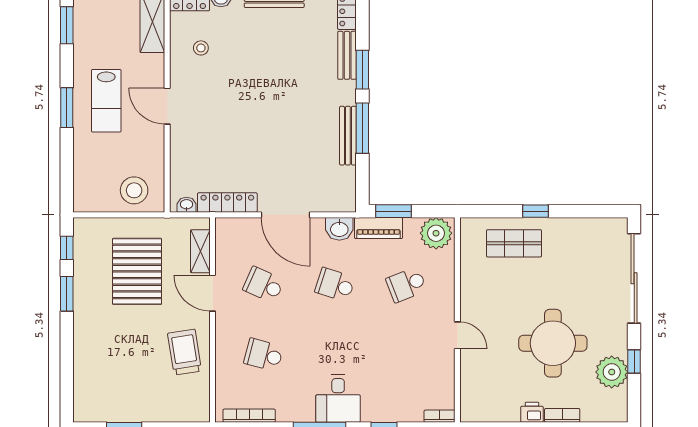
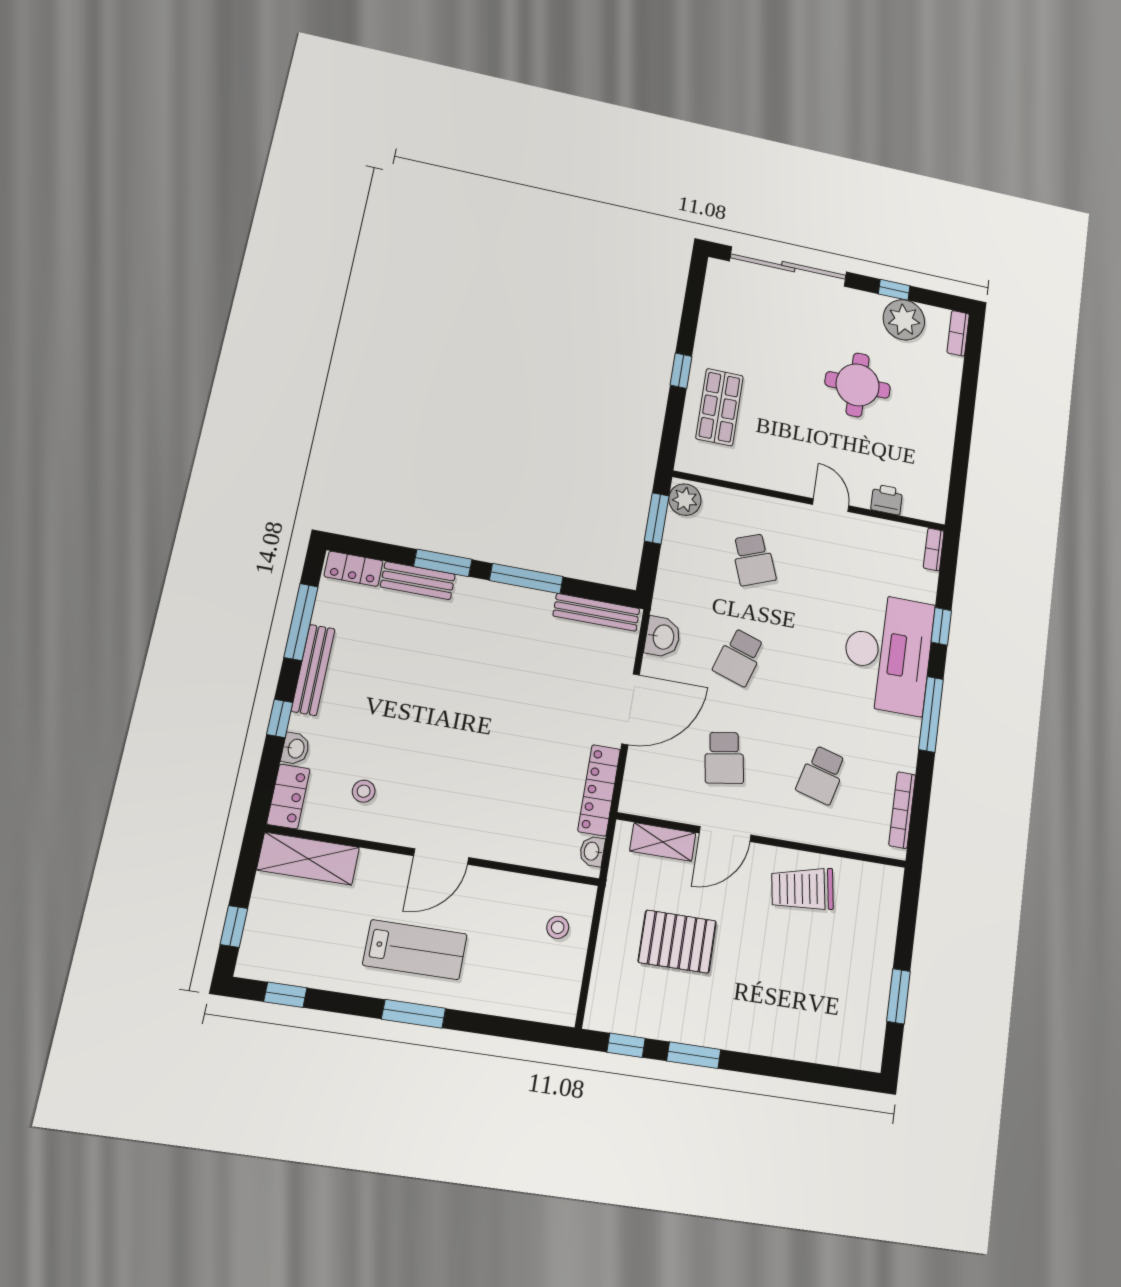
window: (67, 25) -> (285, 995), width x0.67
bench: (348, 136) -> (596, 612), moved
stool: (134, 190) -> (558, 927), width x0.53, depth x0.53
window: (394, 211) -> (657, 518), moved
piano: (378, 228) -> (670, 583), removed
plant: (436, 233) -> (685, 500), width x0.73, depth x0.73
pallet: (137, 271) -> (677, 942), width x0.73, depth x0.71
school desk: (264, 285) -> (724, 758), turned -33
door: (457, 335) -> (831, 505), hinge flipped
round table: (553, 343) -> (858, 385), width x0.73, depth x0.73
desk: (338, 398) -> (888, 653), width x1.87, depth x1.30
printer: (532, 412) -> (887, 500), moved, turned 90
bookcase: (562, 415) -> (958, 333), moved

